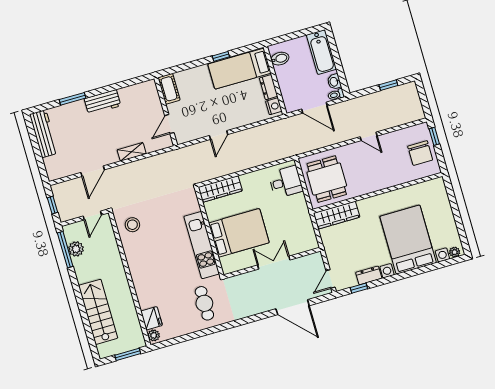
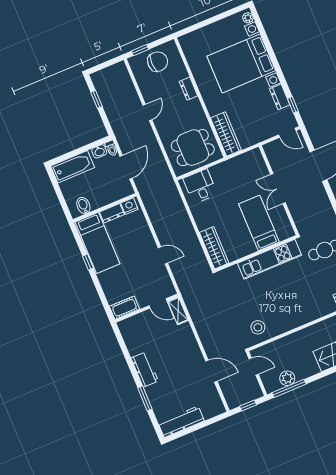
shelving: (132, 152) -> (178, 311), moved
dresser: (388, 182) -> (188, 89), added
bed: (239, 233) -> (259, 223), width x0.67

